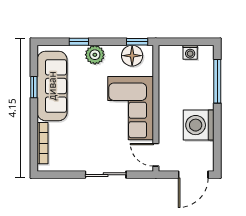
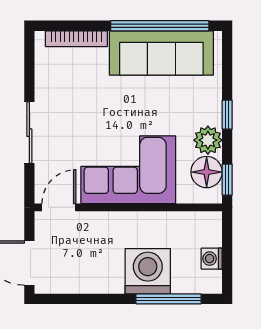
window: (79, 42) -> (227, 115), moved
plant: (95, 55) -> (208, 140), moved
window: (34, 87) -> (160, 26), width x3.17
washing machine: (199, 125) -> (148, 271), moved

